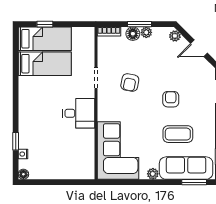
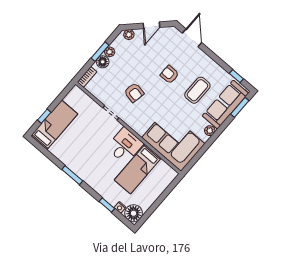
bed: (45, 64) -> (138, 169), moved, turned 180
window: (16, 90) -> (72, 175), added
floor lamp: (23, 174) -> (134, 213), width x1.89, depth x1.89

